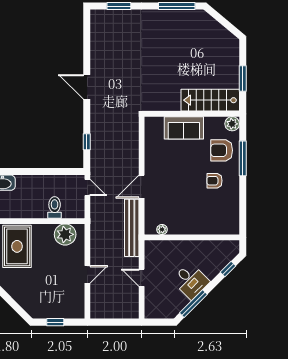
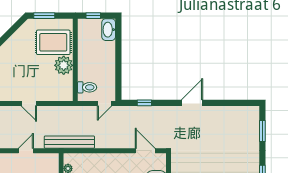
door: (142, 187) -> (145, 151), moved
toilet: (55, 207) -> (87, 87), moved
plant: (65, 234) -> (64, 65), moved

